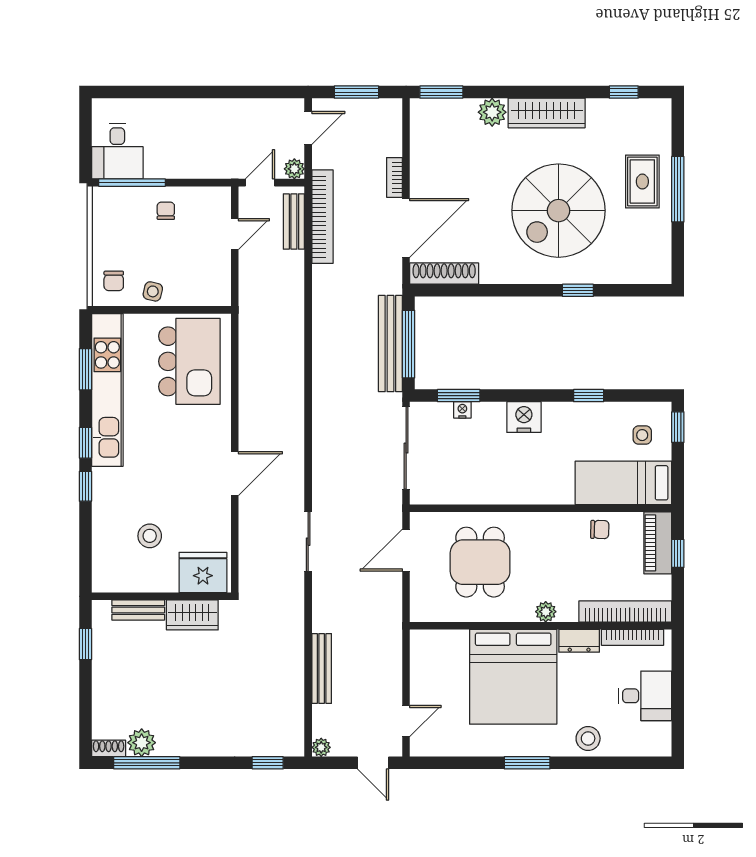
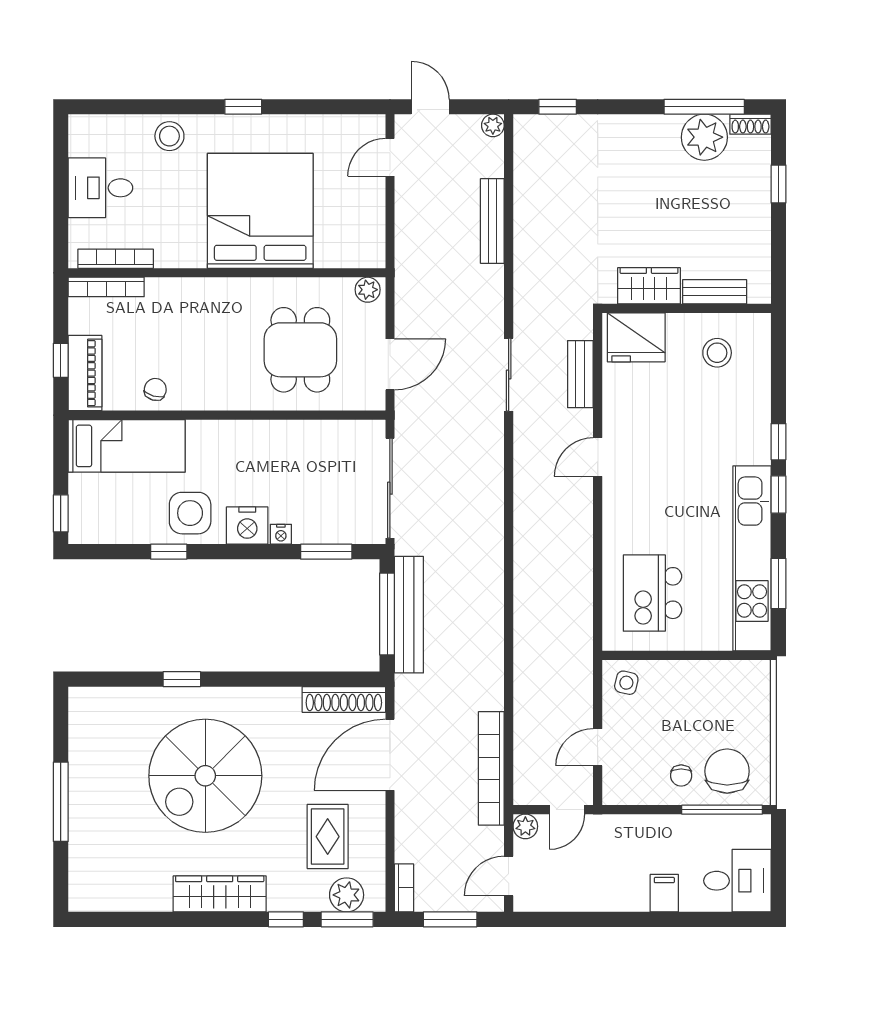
window: (624, 92) -> (286, 919), moved
plant: (492, 112) -> (347, 895), moved
filing cabinet: (180, 114) -> (664, 893), added
desk: (117, 151) -> (737, 881), moved, turned 90
bookcase: (394, 177) -> (404, 888), moved
rug: (642, 182) -> (328, 837), moved
spiral stairs: (558, 211) -> (205, 776), turned 180
bench: (294, 222) -> (580, 374), moved
chair: (114, 281) -> (727, 771), moved, width x1.87, depth x1.87
side table: (153, 291) -> (626, 683), moved
kitchen island: (189, 361) -> (652, 593), width x0.73, depth x0.78
nightstand: (462, 410) -> (281, 534), moved
side table: (642, 435) -> (190, 513), moved, width x1.87, depth x1.87
door: (235, 474) -> (598, 457), width x0.73
chair: (600, 529) -> (155, 389), turned 105
stool: (150, 536) -> (717, 353), moved
bookcase: (625, 611) -> (106, 287), width x0.68, depth x0.76
plant: (546, 612) -> (368, 290), moved
dresser: (579, 641) -> (180, 254), removed
window: (85, 644) -> (779, 184), moved
plant: (142, 743) -> (704, 137), width x1.36, depth x1.36
window: (527, 763) -> (243, 107), width x0.67

